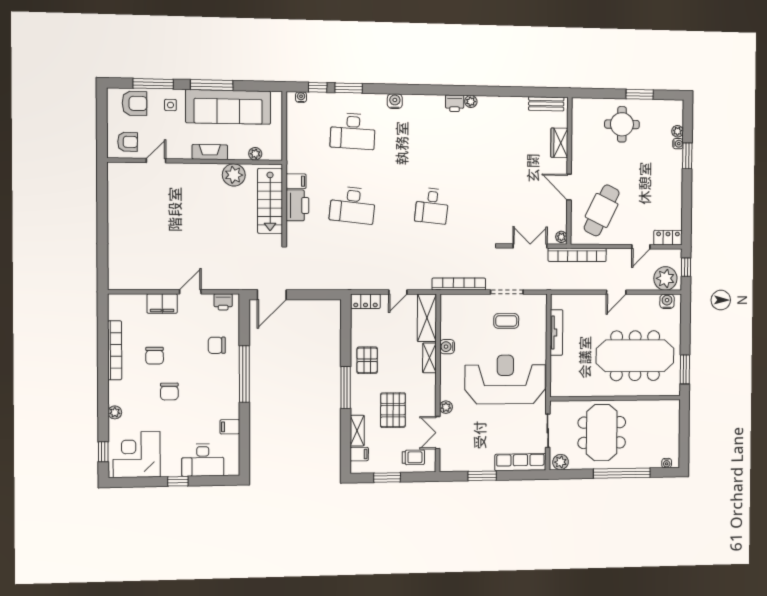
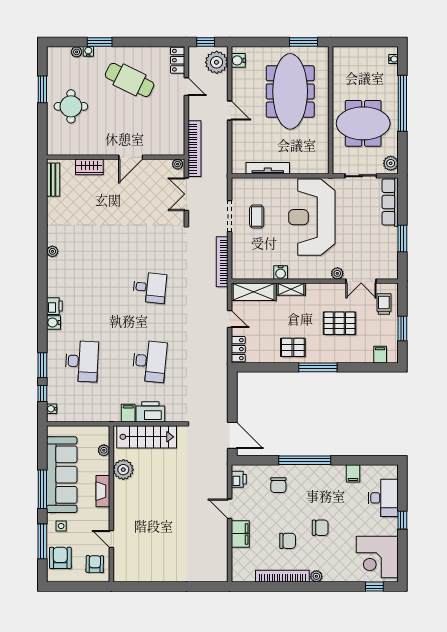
printer: (455, 103) -> (54, 306), moved
cafe table: (602, 210) -> (130, 80), moved
plant: (115, 412) -> (316, 576), moved
shelving: (357, 431) -> (358, 357), removed

